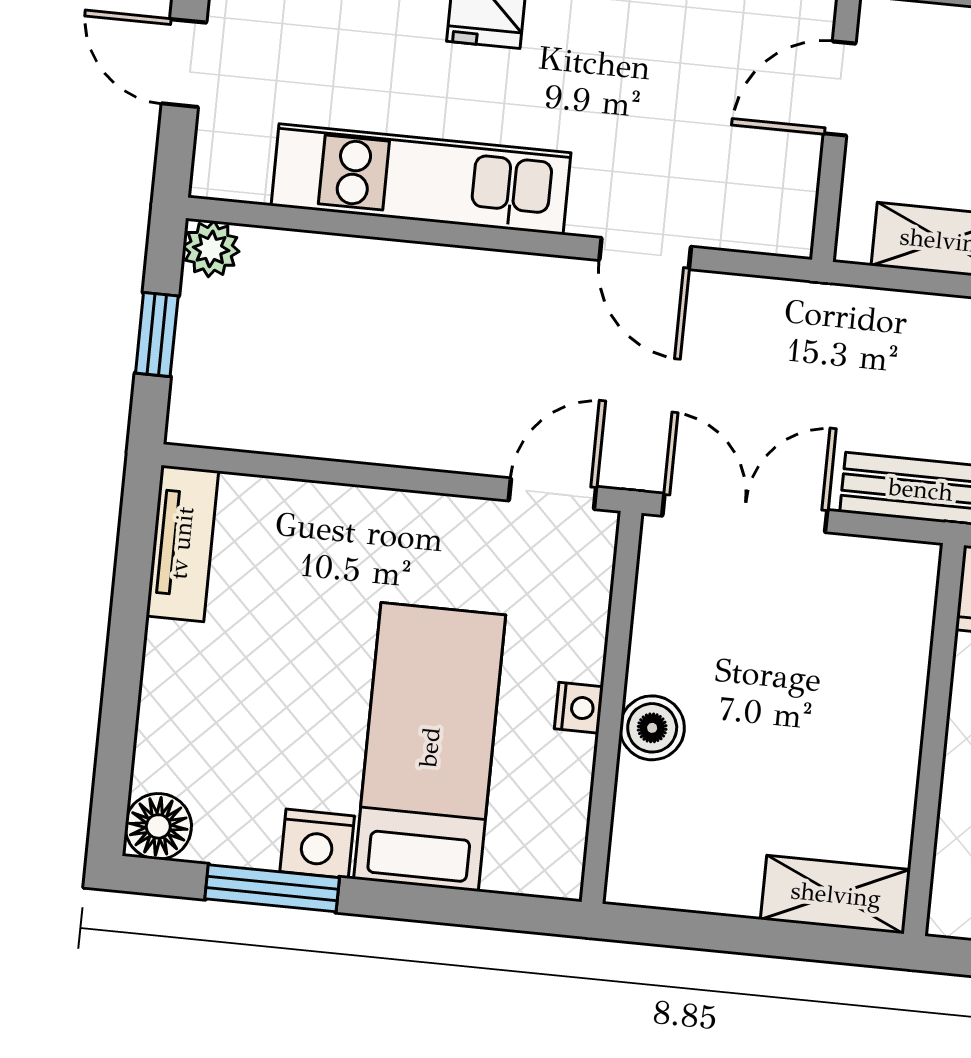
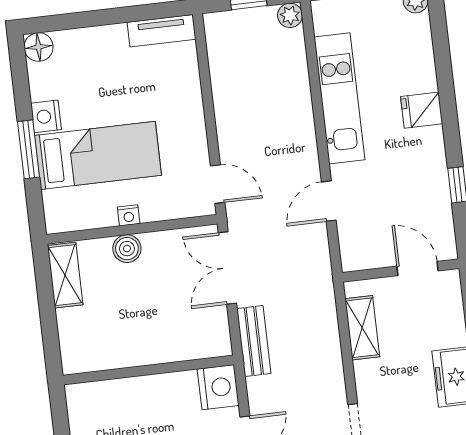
double door: (745, 513) -> (227, 268), swing flipped
window: (272, 888) -> (28, 149), moved
shelving: (836, 895) -> (65, 275), moved

